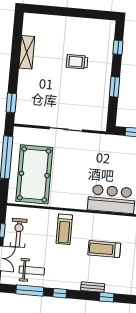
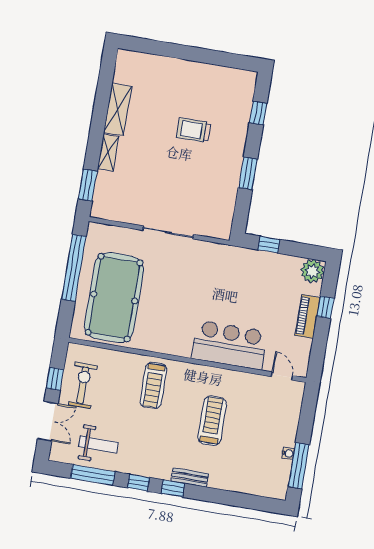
shelving: (23, 81) -> (108, 153), added
treadmill: (104, 249) -> (212, 421), turned 90
window: (107, 297) -> (173, 489), moved

